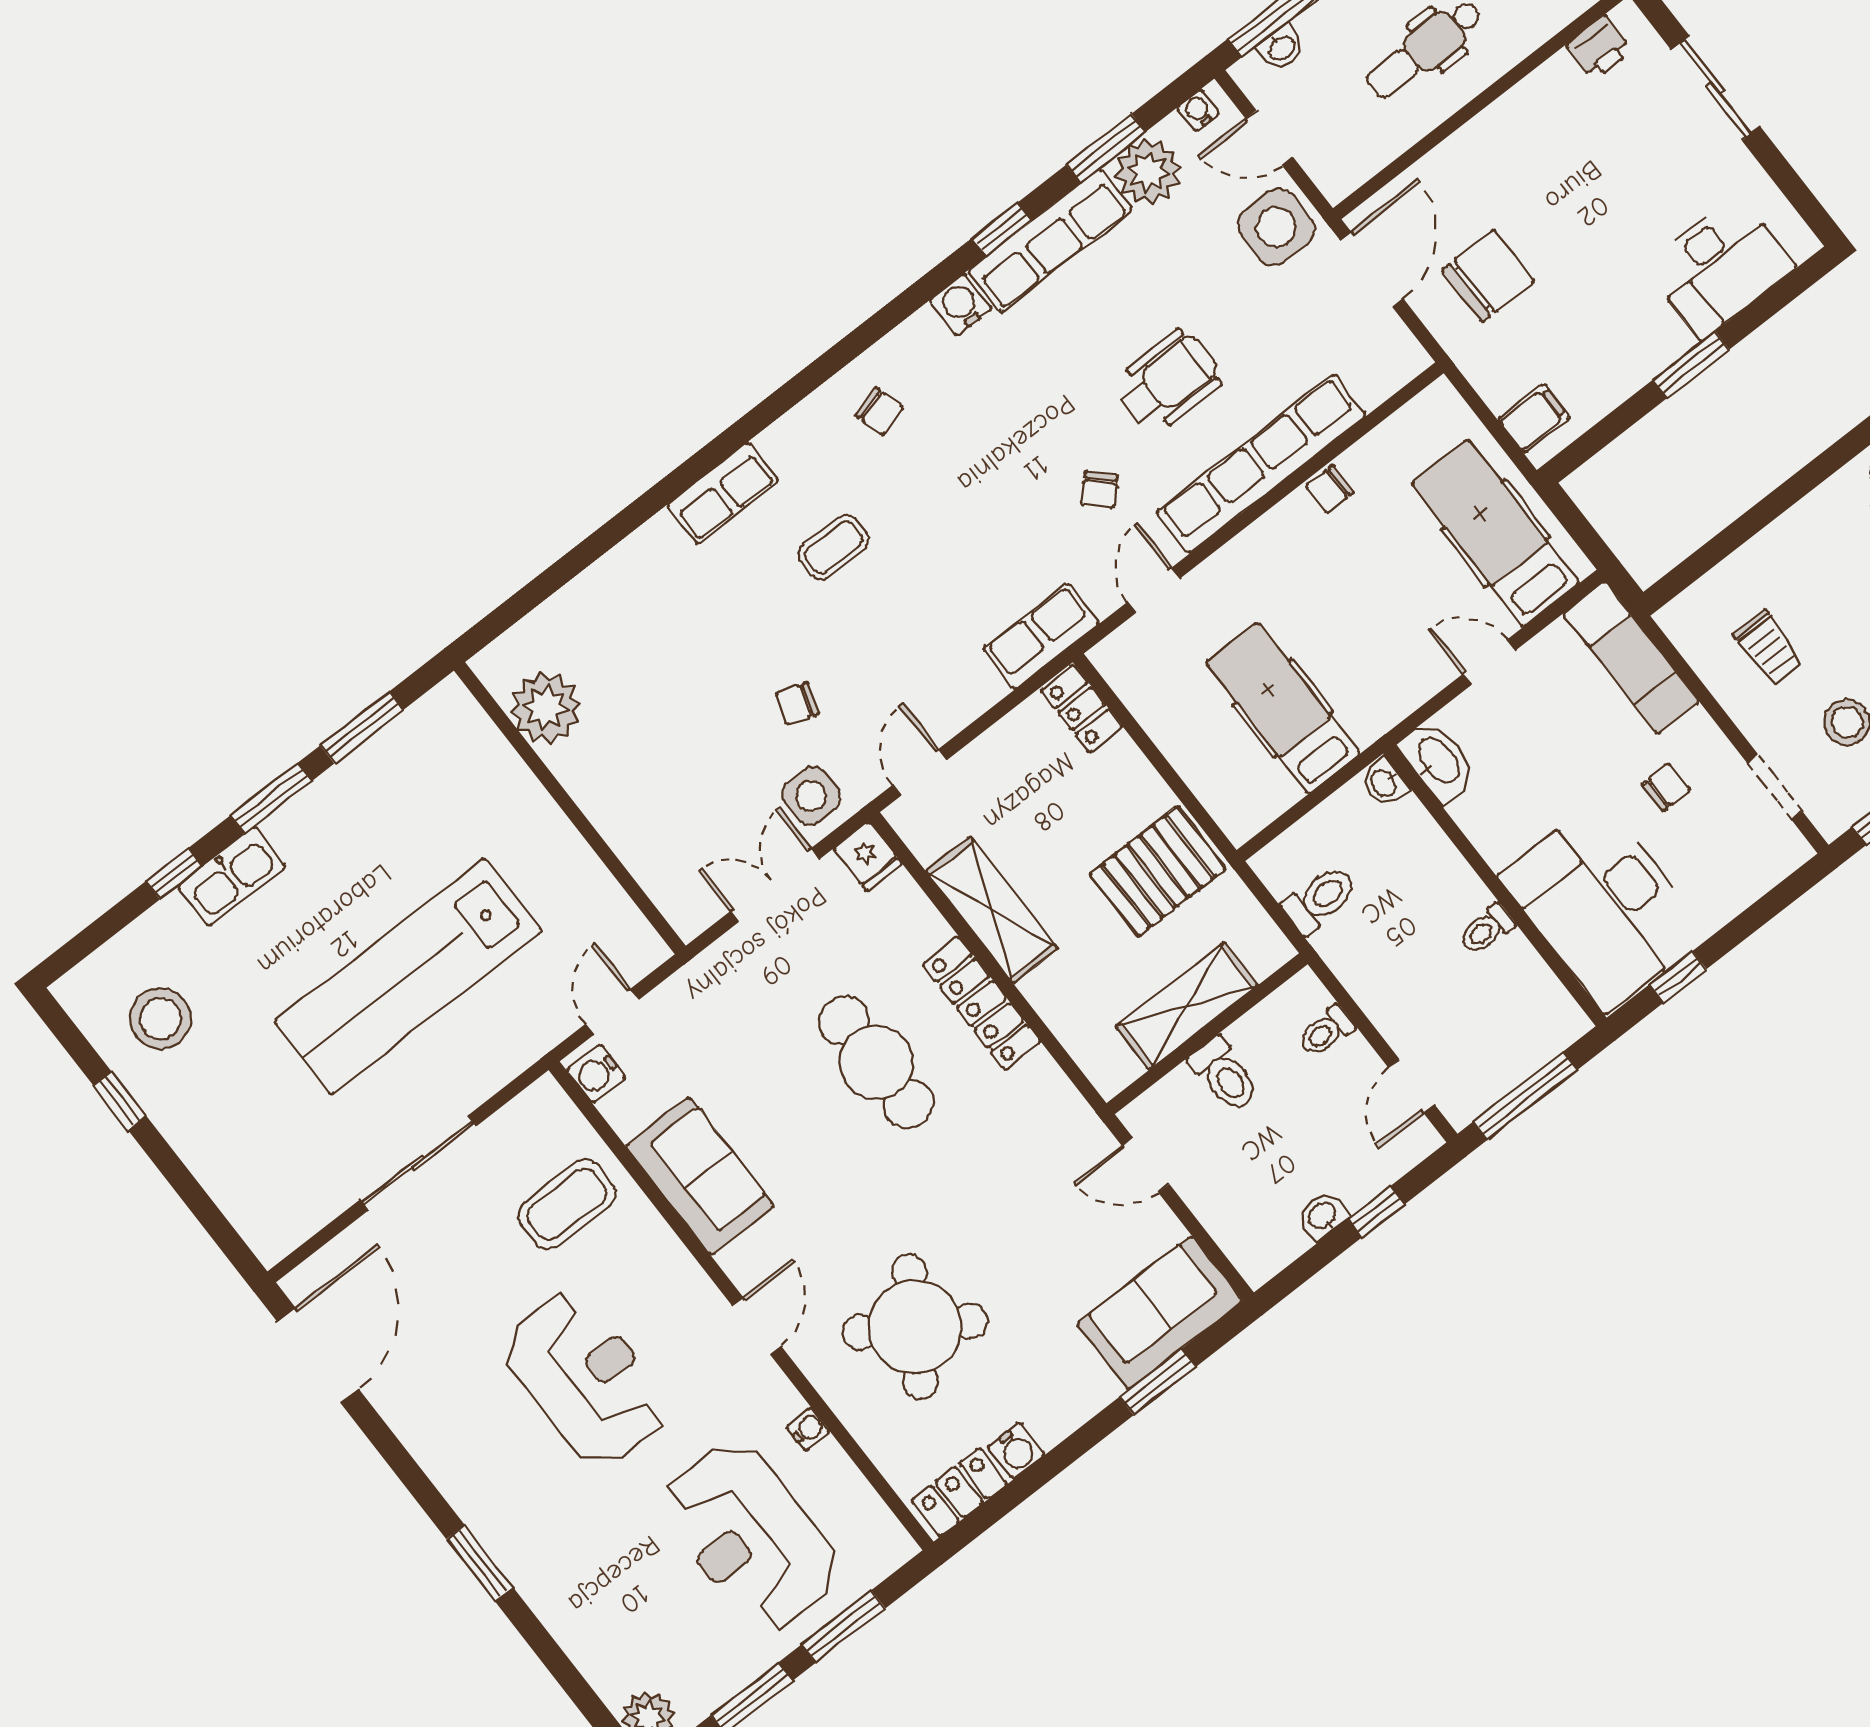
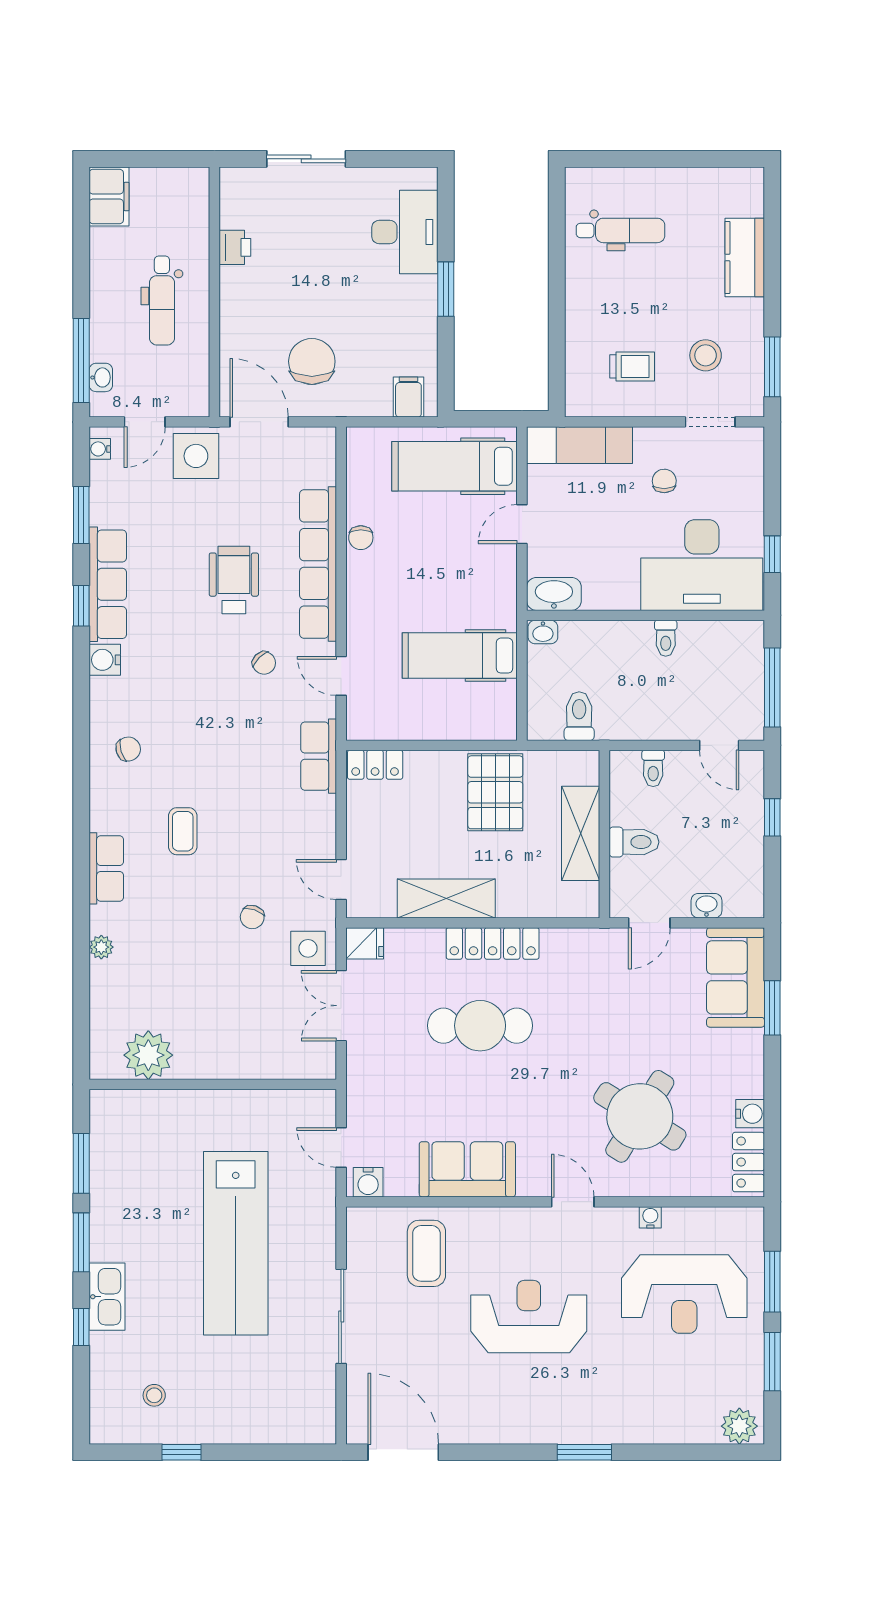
printer: (1599, 48) -> (235, 247), moved
plant: (1148, 171) -> (101, 947), moved, width x0.53, depth x0.53
stool: (161, 1019) -> (154, 1395), width x0.53, depth x0.53
washbasin: (1323, 1216) -> (706, 906), moved, turned 90

